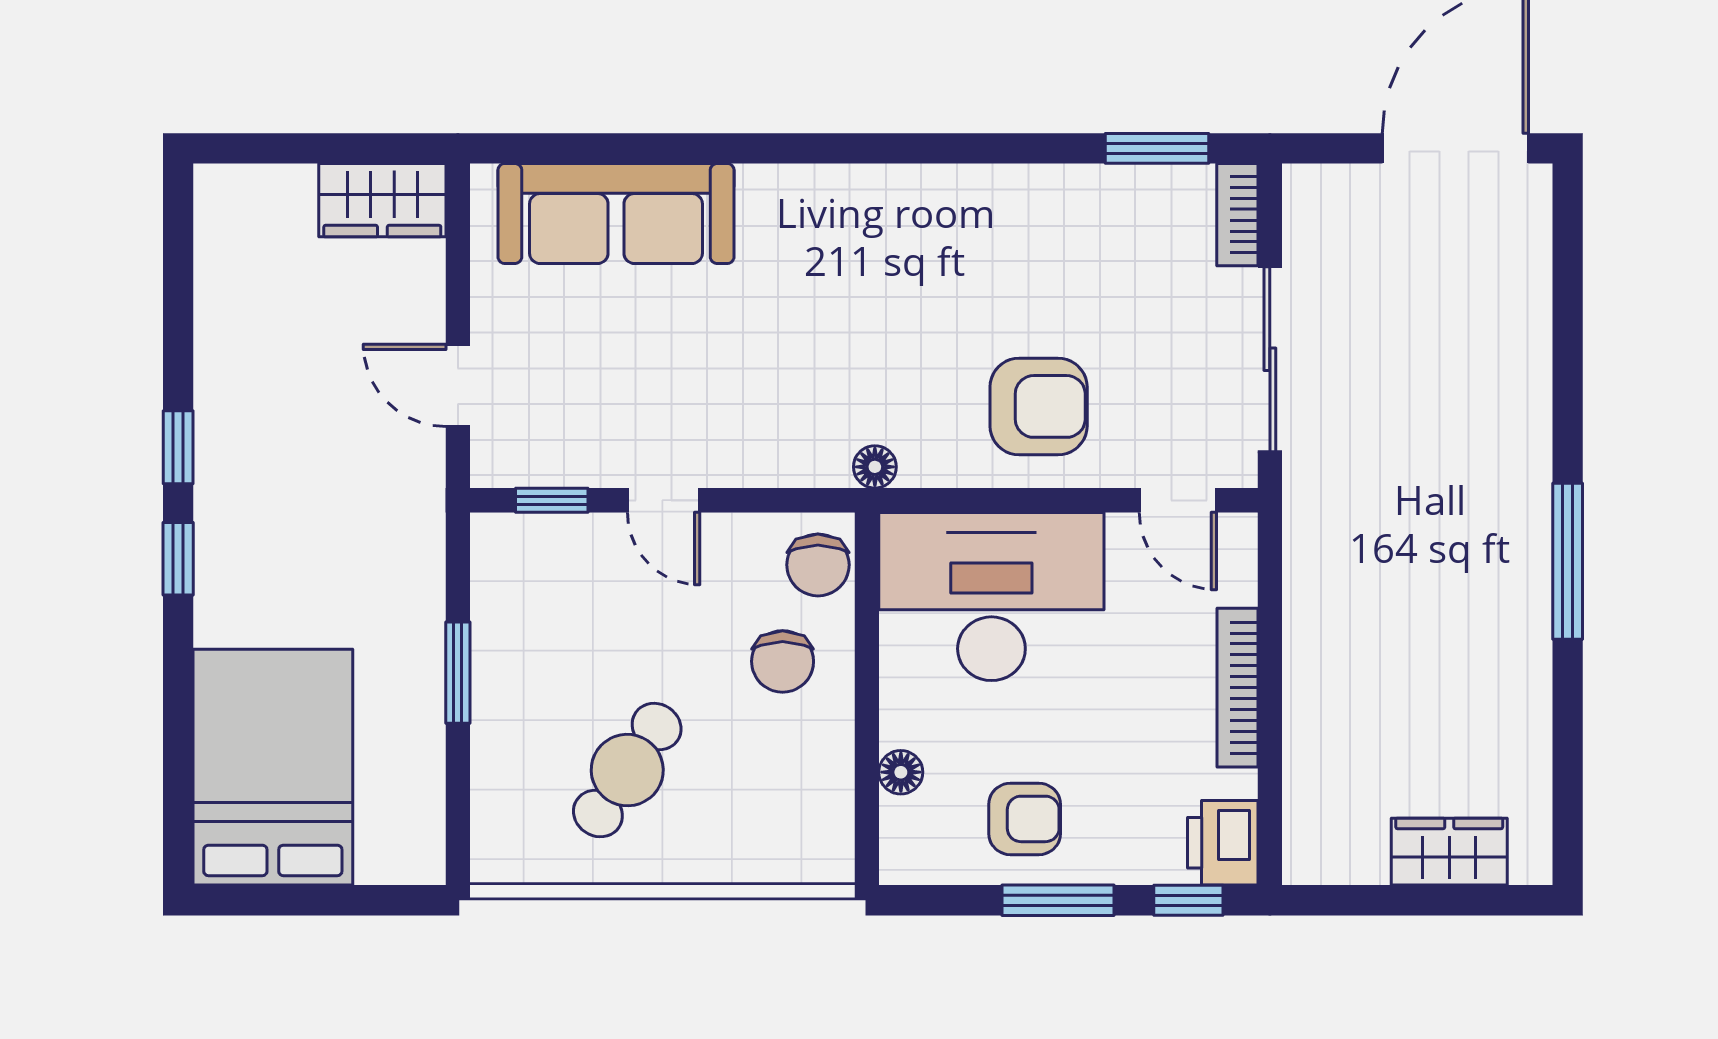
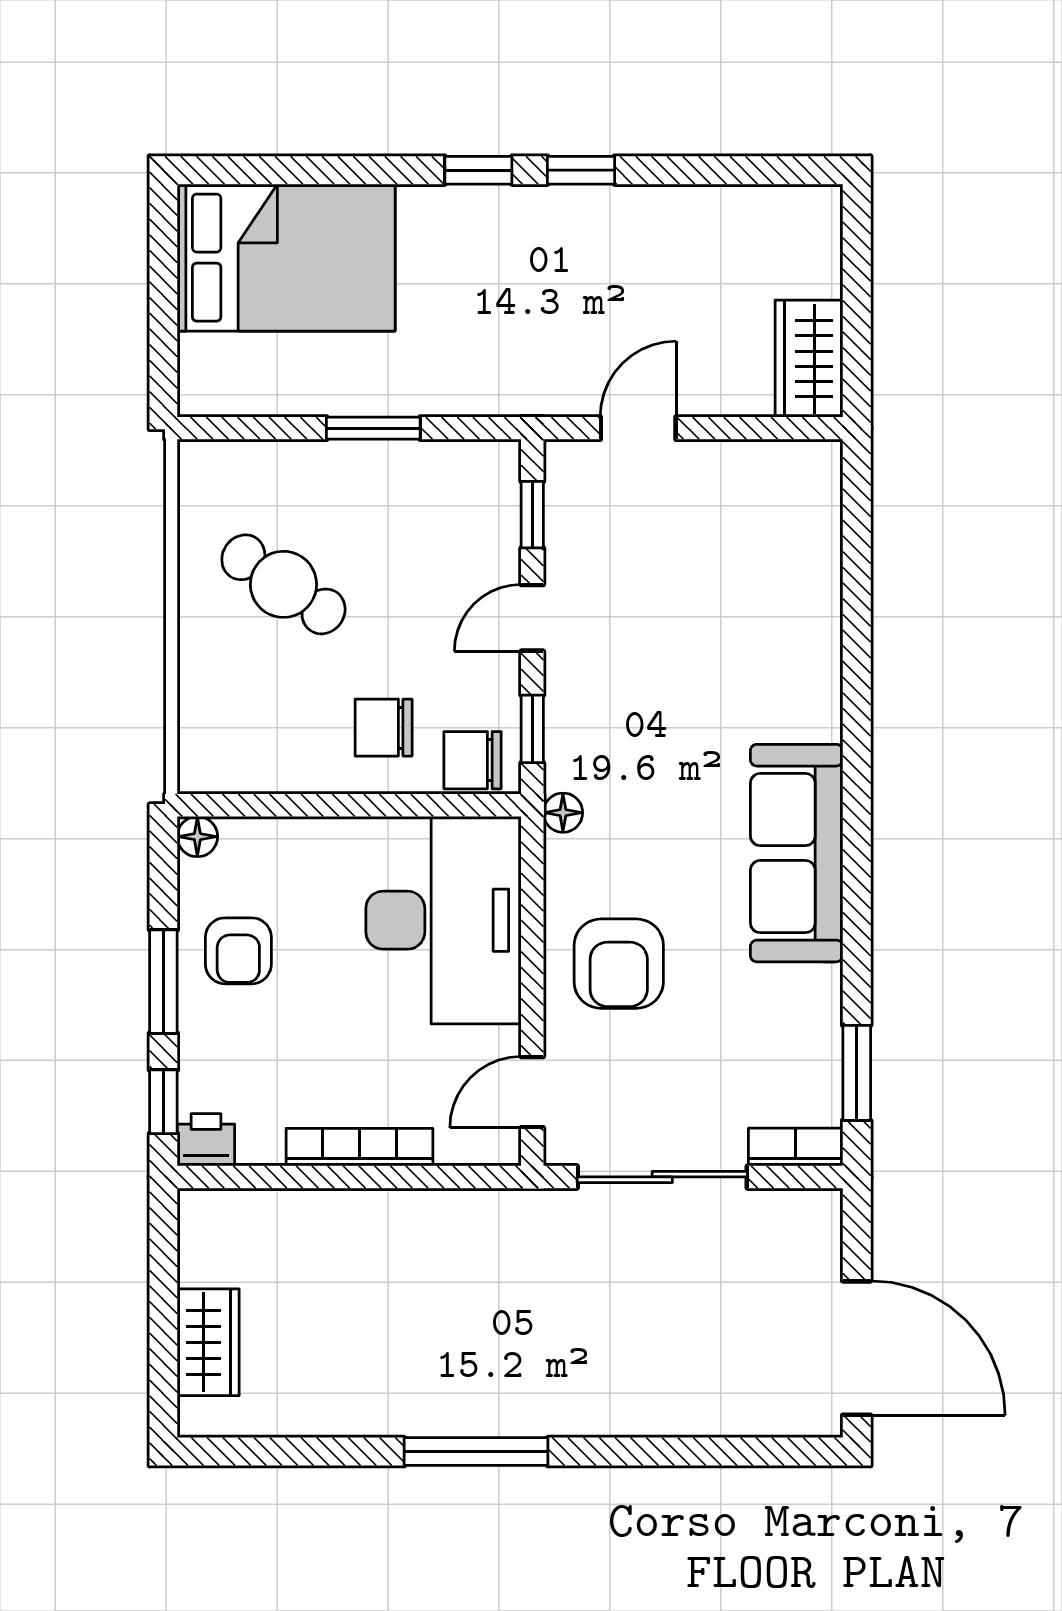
sofa: (616, 214) -> (797, 853), moved
window: (784, 500) -> (532, 729), added
floor lamp: (901, 772) -> (197, 837), moved
printer: (1223, 843) -> (206, 1140), width x0.73, depth x0.81

